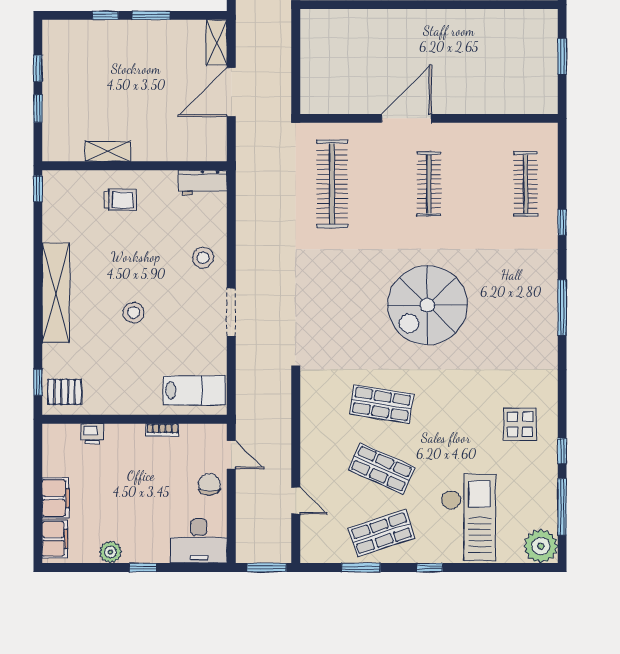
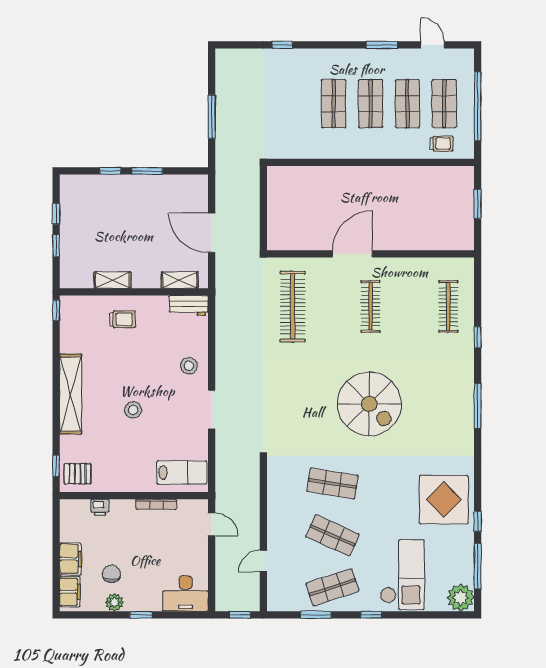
shelving: (217, 42) -> (180, 280), moved, turned 90
door: (231, 92) -> (212, 233), hinge flipped
spiral stairs: (427, 305) -> (369, 404), turned -90
display table: (520, 424) -> (444, 500), width x1.86, depth x1.86
bookcase: (162, 430) -> (156, 504), width x1.56
chair: (209, 484) -> (111, 574), moved
door: (296, 501) -> (263, 561), swing flipped
window: (267, 567) -> (240, 615), width x0.67

